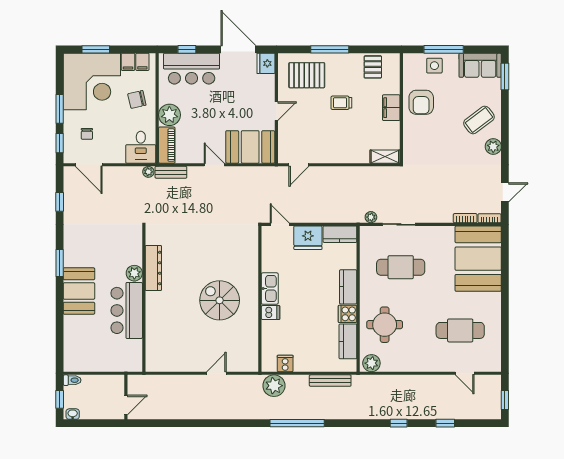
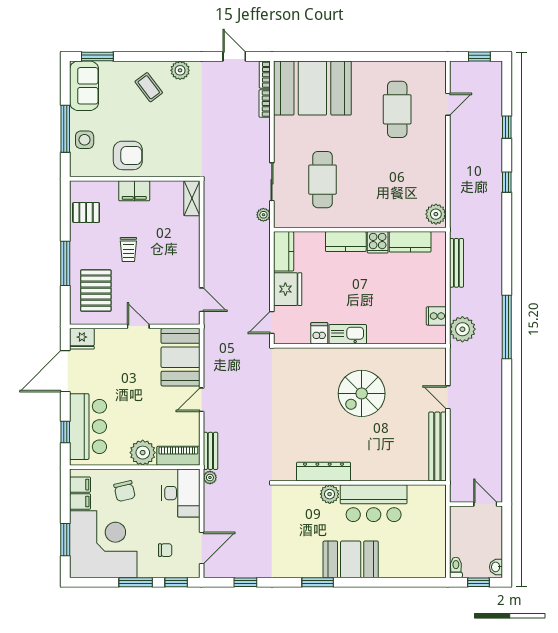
coffee table: (479, 120) -> (149, 87), width x0.73, depth x0.77
desk: (141, 147) -> (181, 493), width x1.37
dishwasher: (271, 313) -> (319, 333), moved
round table: (385, 325) -> (390, 199), removed
bench: (175, 364) -> (437, 447), added
window: (297, 423) -> (507, 327), moved

